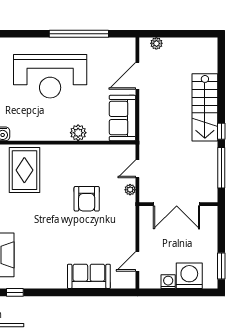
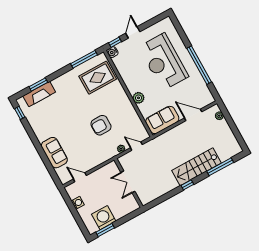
window: (221, 168) -> (220, 167), moved
double door: (177, 204) -> (128, 182), width x0.73
washing machine: (189, 276) -> (104, 218), moved, turned -90

